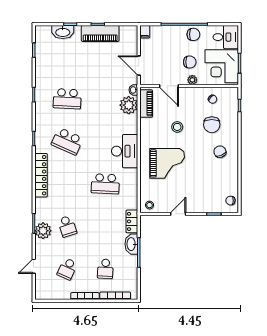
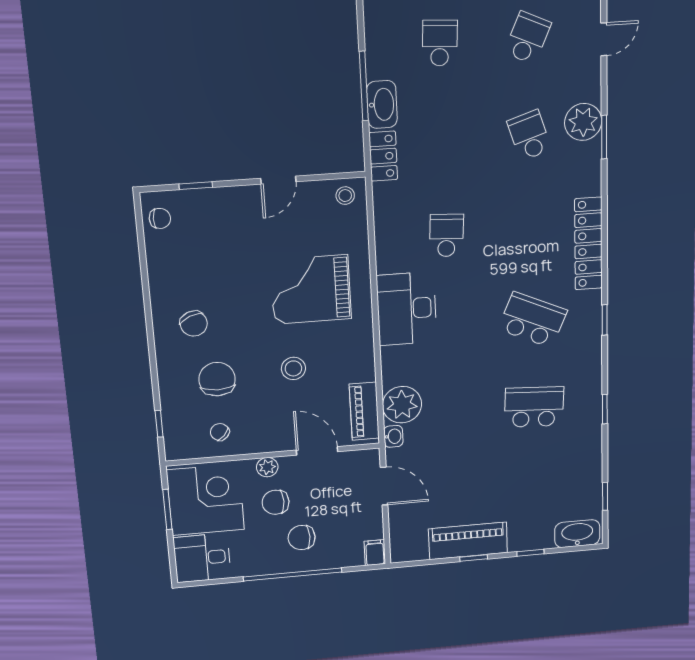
washbasin: (63, 32) -> (577, 534), moved
chair: (193, 34) -> (302, 537), moved
school desk: (105, 184) -> (447, 235), width x0.54

